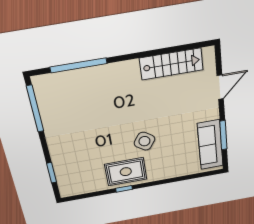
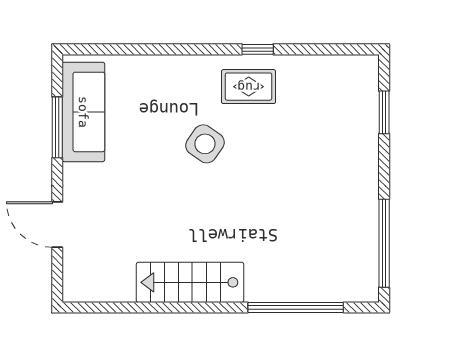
stairs: (171, 64) -> (190, 282), moved
door: (220, 87) -> (57, 225), hinge flipped
rug: (126, 172) -> (249, 87), width x0.73, depth x0.70

